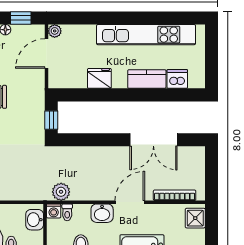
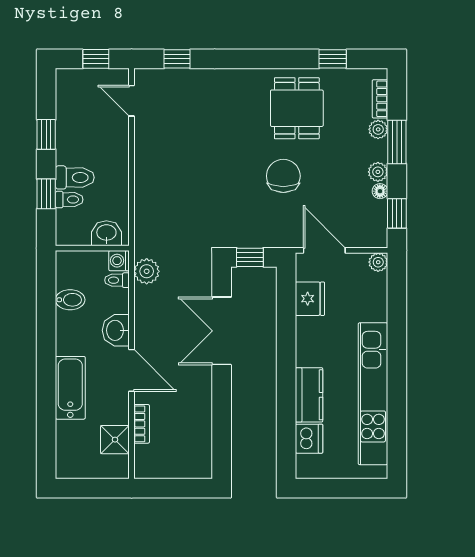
door: (47, 54) -> (324, 250), moved
fridge: (99, 78) -> (310, 299), moved
double door: (153, 140) -> (222, 331), moved
bookcase: (175, 195) -> (142, 424), width x0.64
shower: (195, 218) -> (115, 440), moved

